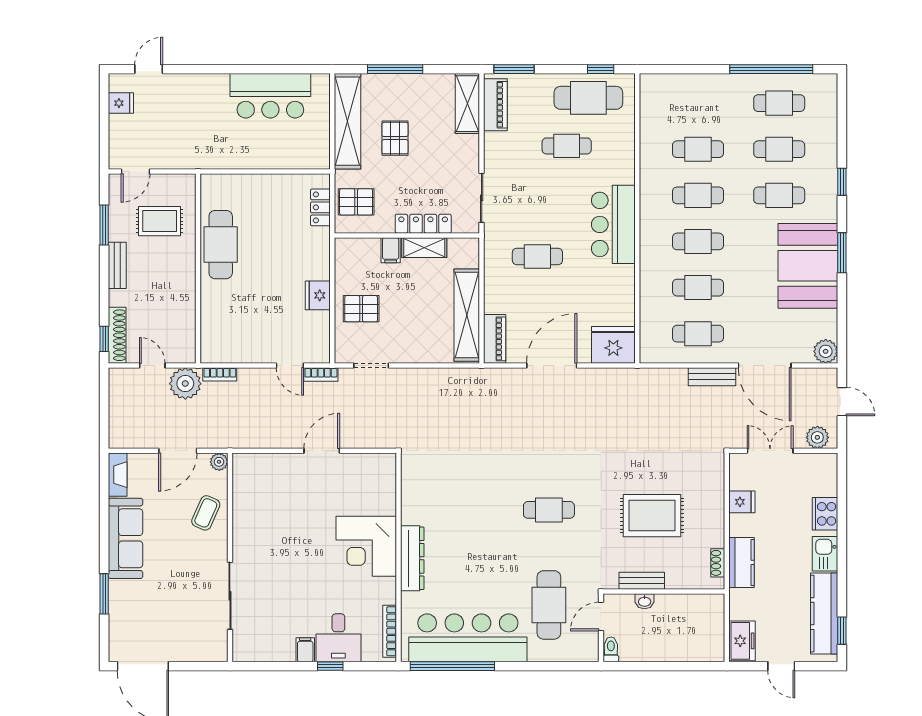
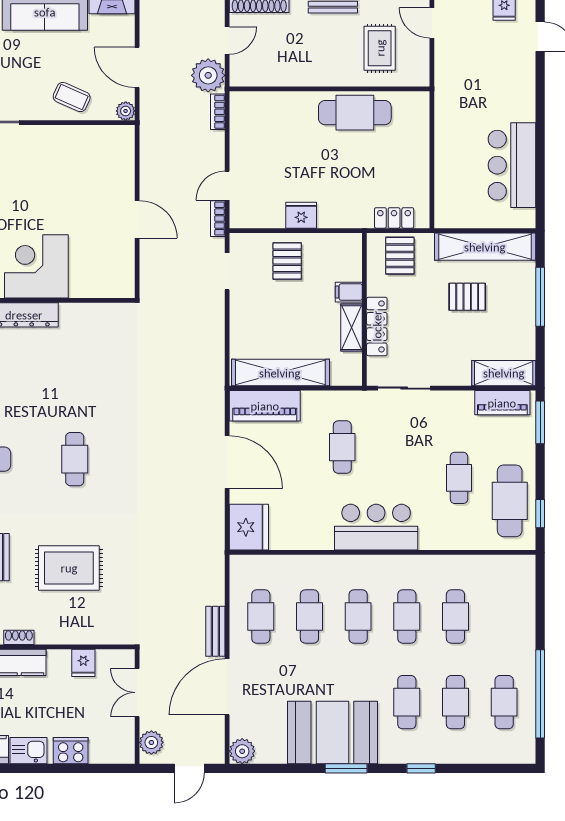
piano: (495, 339) -> (265, 406), width x1.37, depth x1.33
double door: (770, 451) -> (137, 693), swing flipped
rug: (652, 516) -> (69, 568), turned 90

